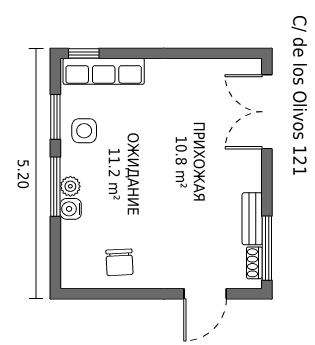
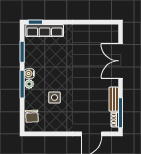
double door: (267, 112) -> (121, 61), moved
side table: (84, 131) -> (54, 97), moved
water cooler: (71, 209) -> (29, 74), moved
chair: (119, 262) -> (32, 116), moved

